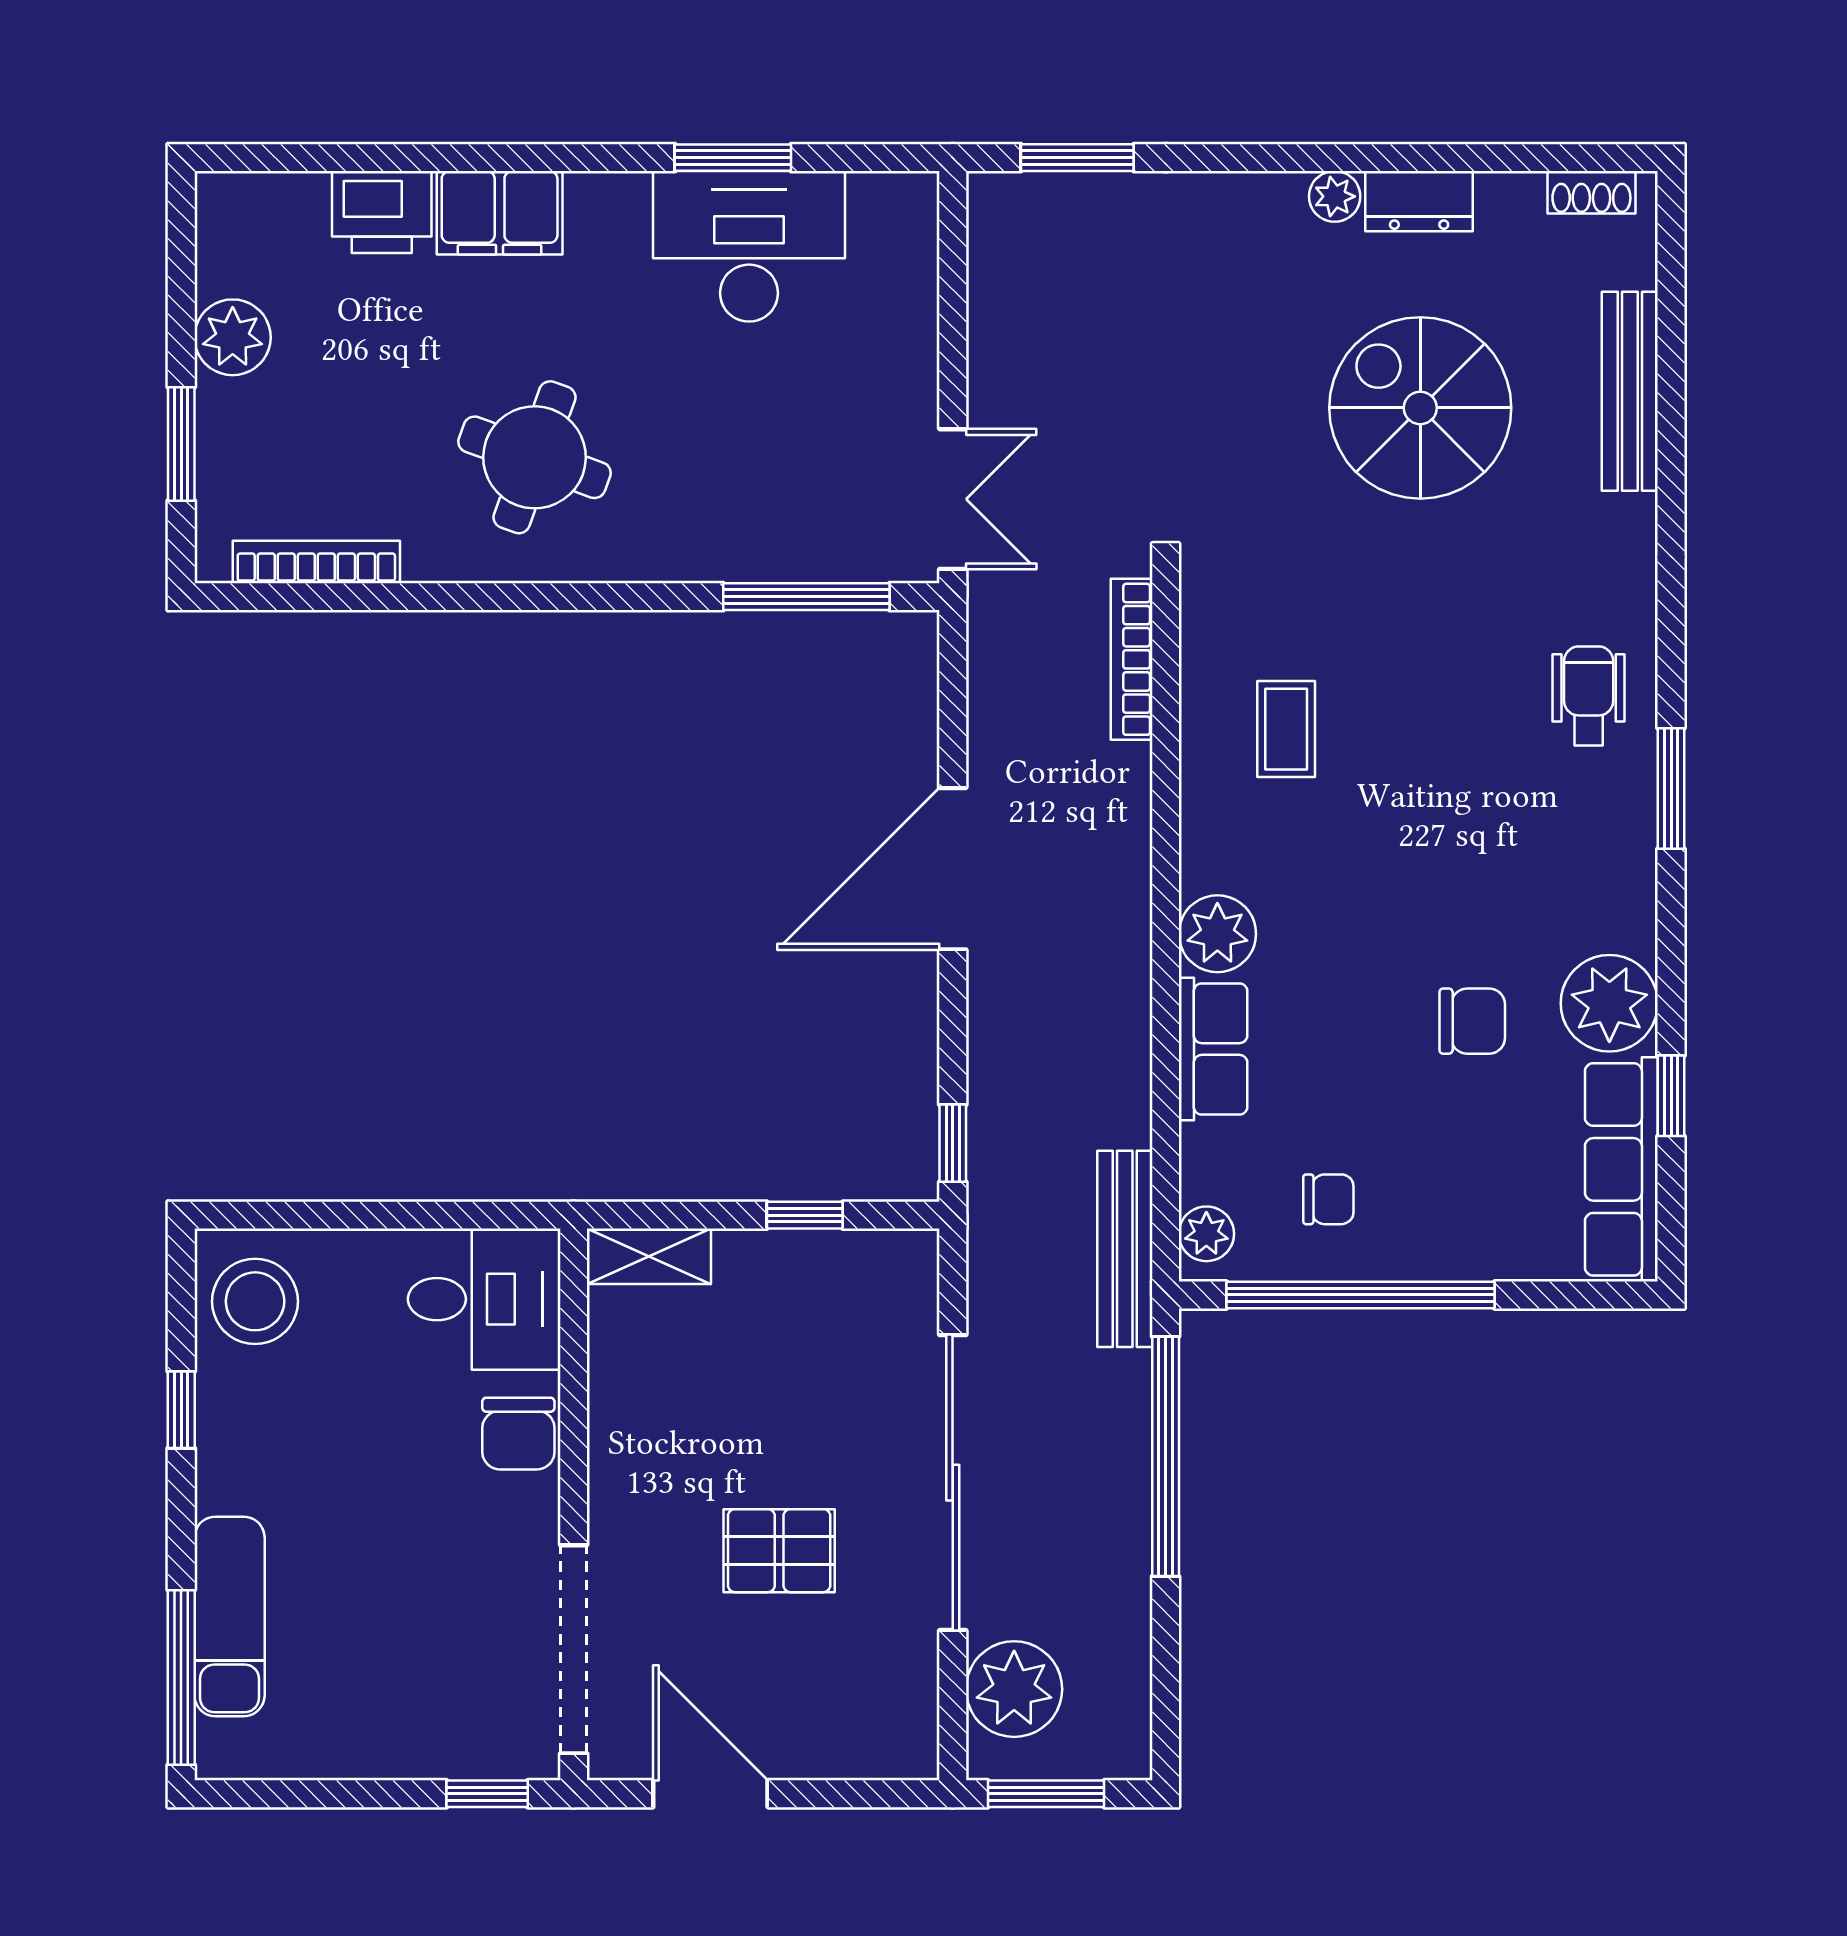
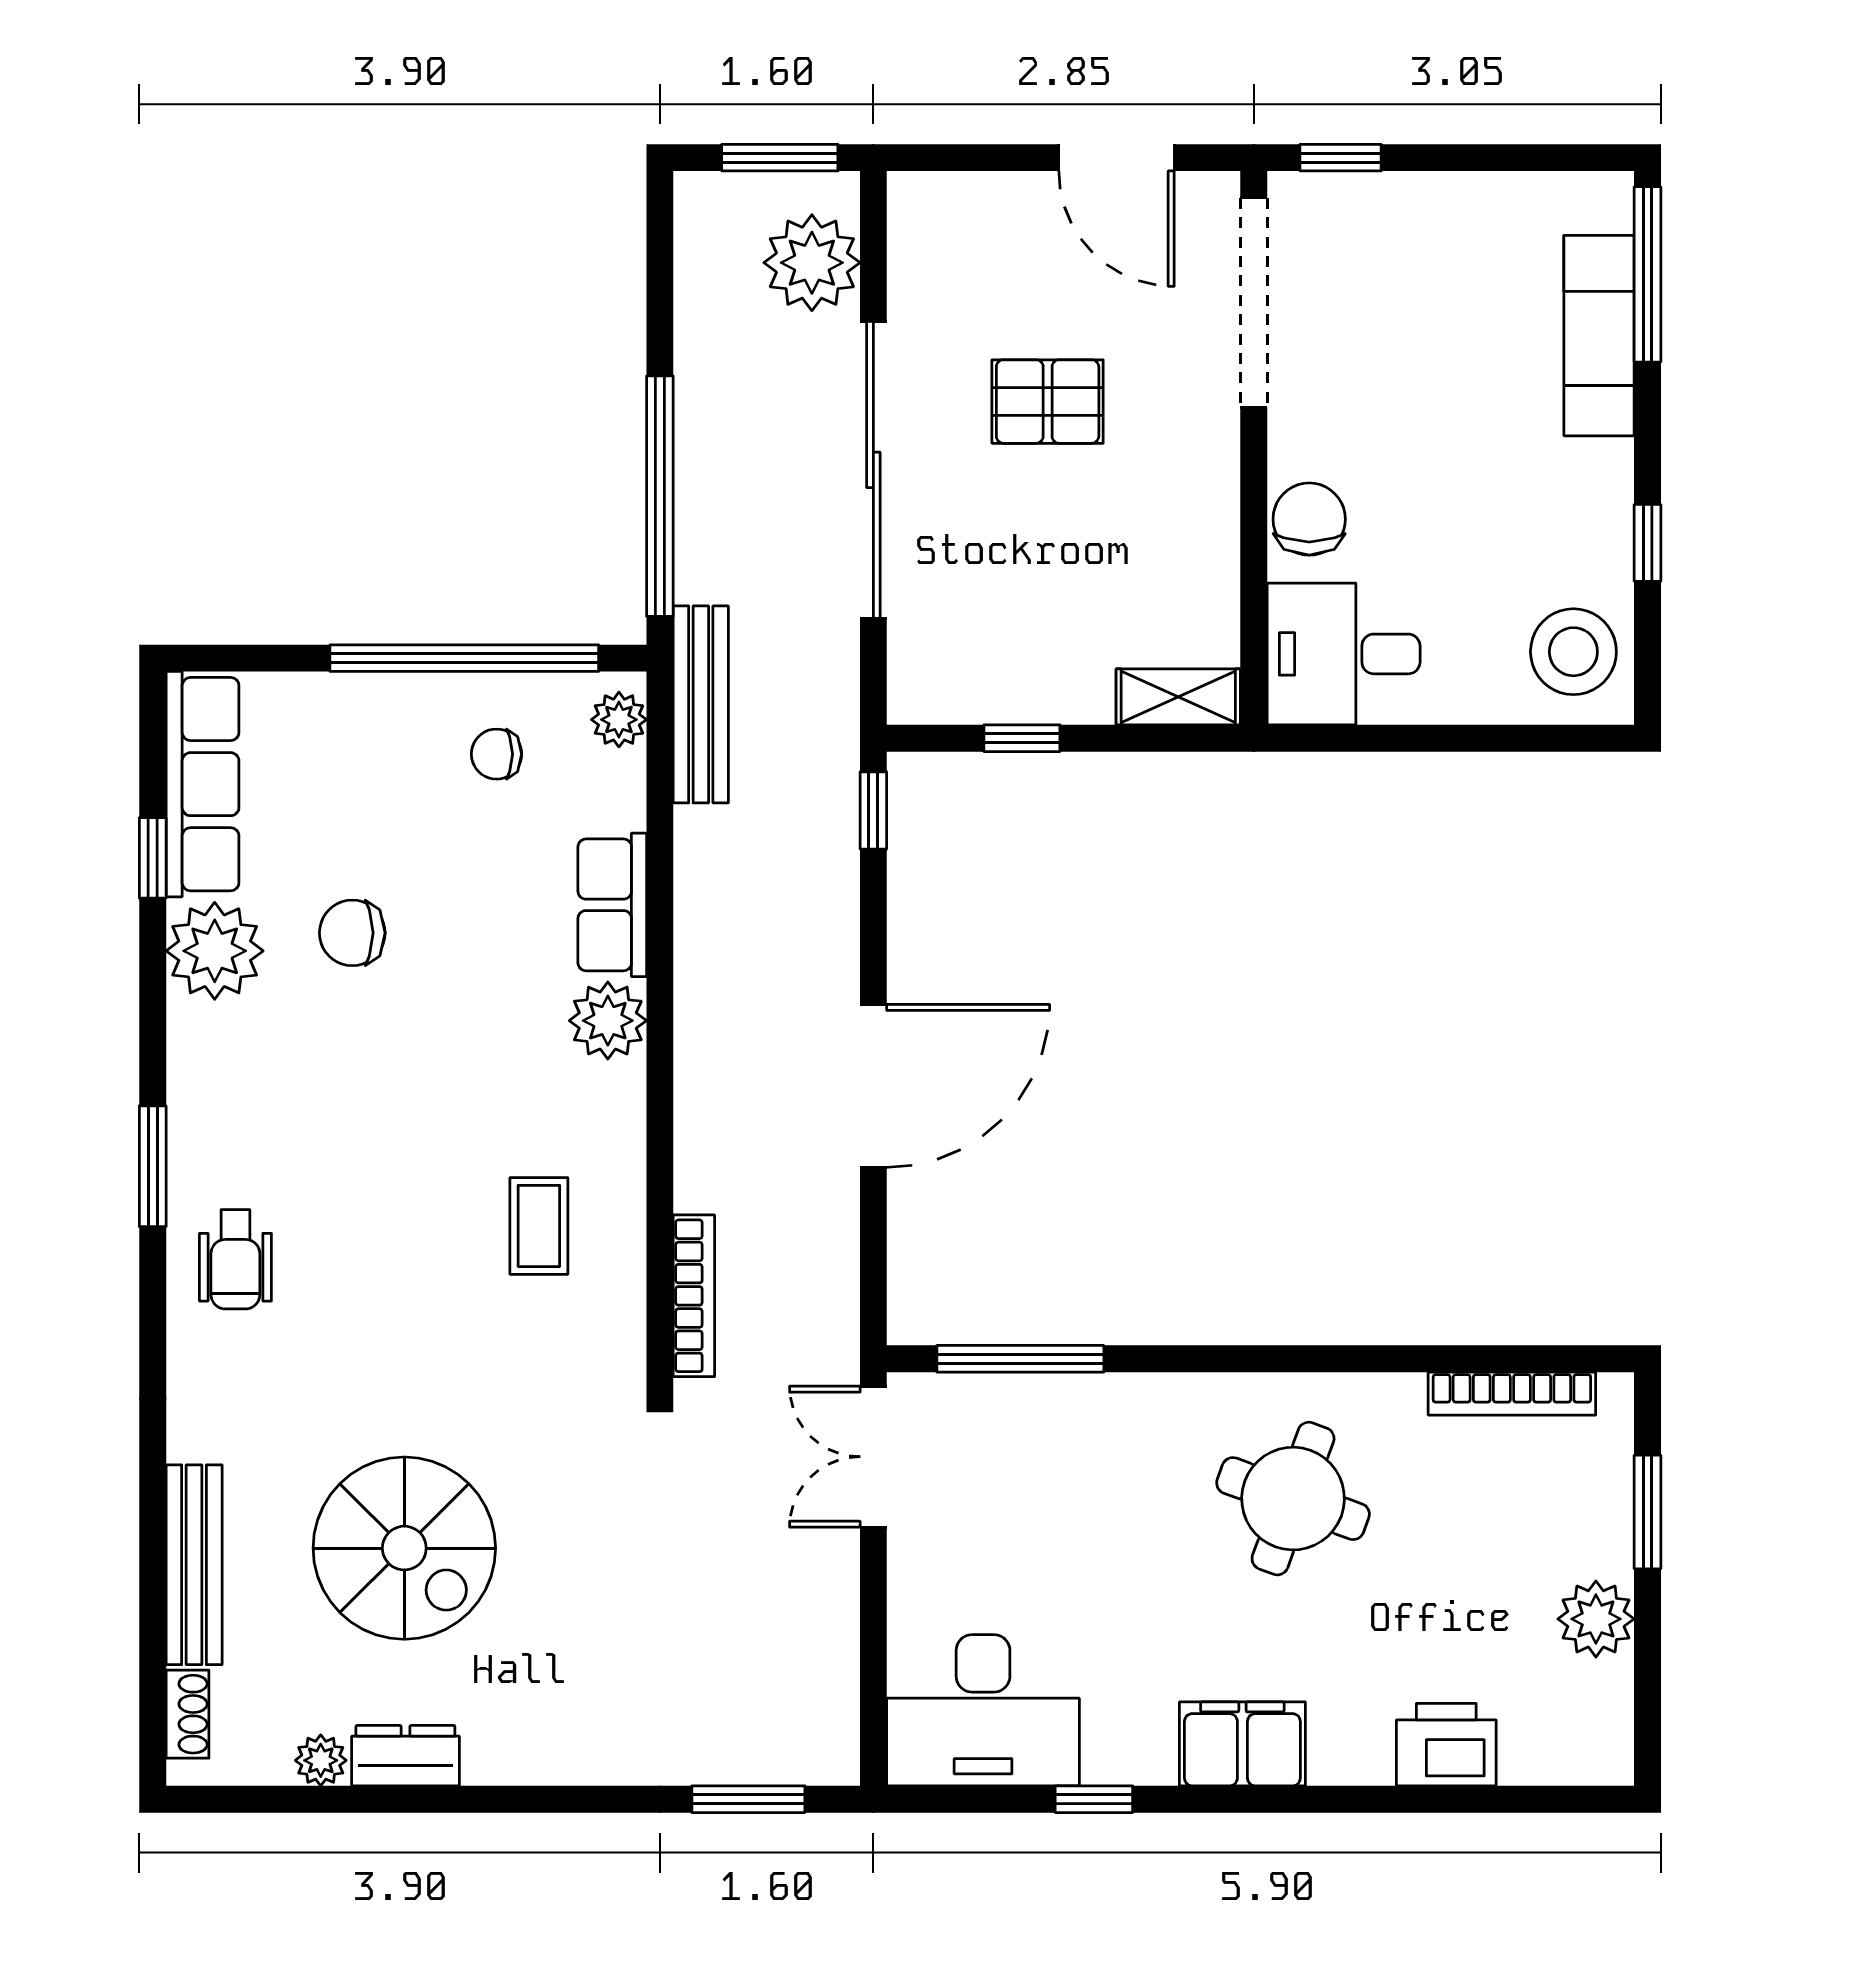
window: (733, 158) -> (1094, 1799), width x0.67
shoe rack: (1591, 192) -> (187, 1714), moved, turned 90
plant: (1335, 196) -> (321, 1760), moved
filing cabinet: (500, 213) -> (1242, 1744), moved
desk: (749, 246) -> (983, 1710), moved

